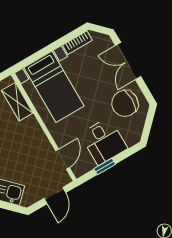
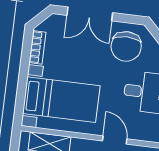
door: (63, 159) -> (115, 140), moved

